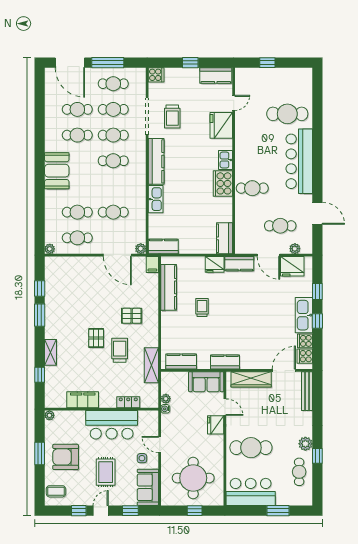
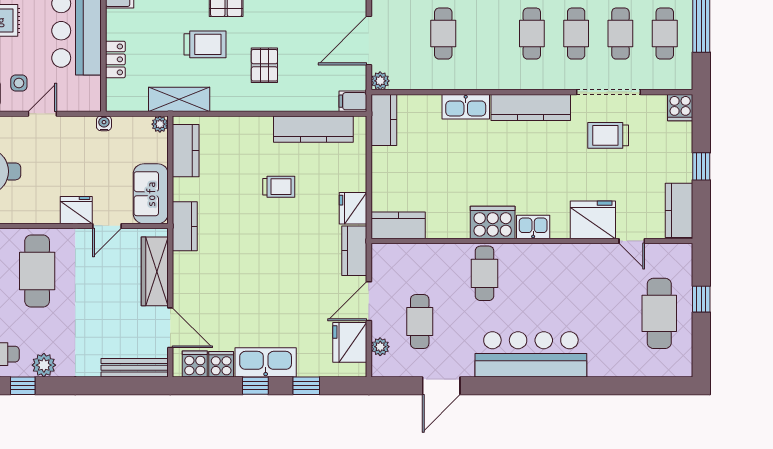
cafe table: (287, 114) -> (659, 313), moved
plant: (166, 399) -> (160, 124), moved

